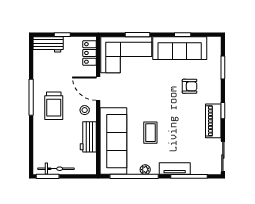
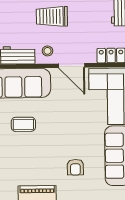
door: (98, 89) -> (71, 66), swing flipped

